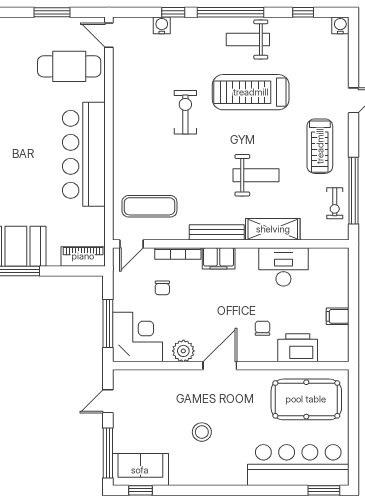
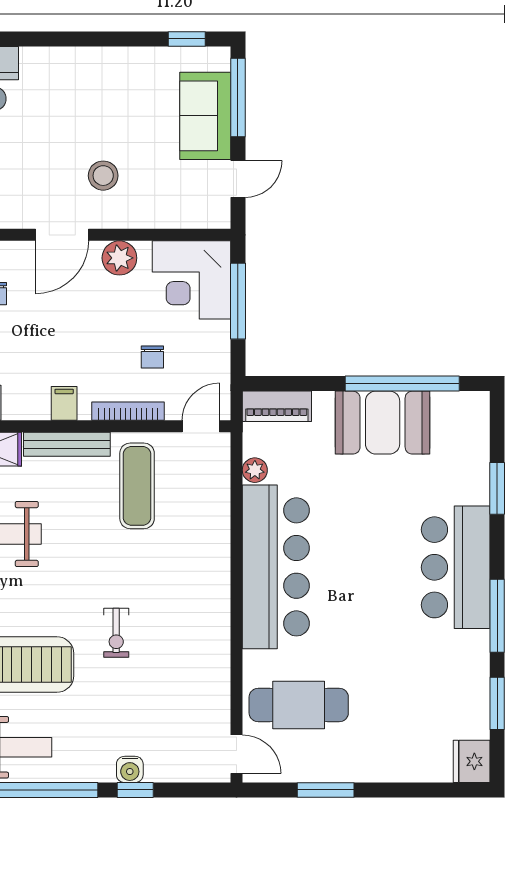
water cooler: (162, 25) -> (130, 769), moved
exercise bike: (185, 112) -> (116, 633), width x0.73, depth x0.72
exercise mat: (149, 206) -> (137, 486), moved, turned 90
plant: (97, 216) -> (255, 470), added
filing cabinet: (219, 258) -> (64, 403), width x0.50
chair: (162, 288) -> (152, 357), turned 180
stool: (202, 432) -> (103, 176), moved
sofa: (140, 470) -> (205, 116), moved, turned 90

